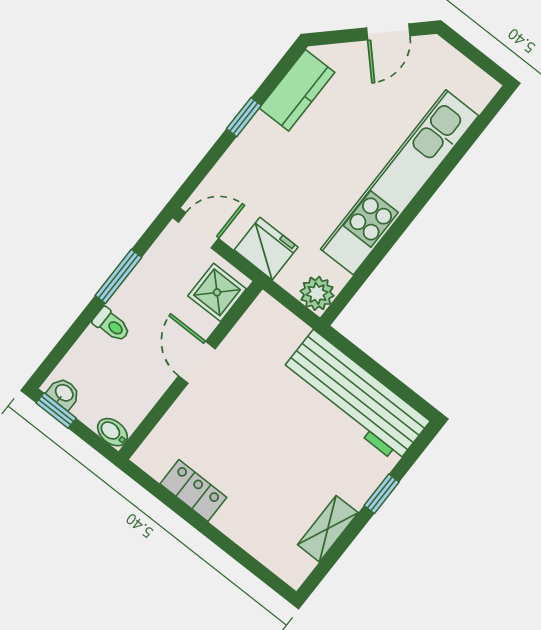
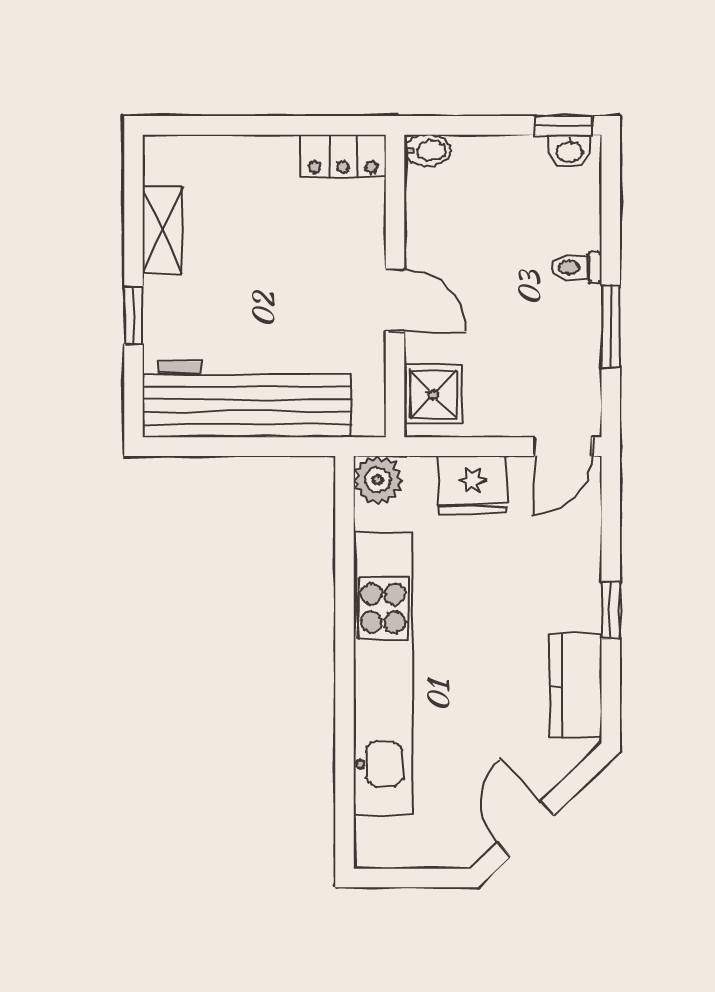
shower: (217, 292) -> (433, 394), moved
door: (197, 362) -> (395, 300), moved
wall: (191, 370) -> (395, 286), moved
bidet: (112, 432) -> (427, 150), moved

